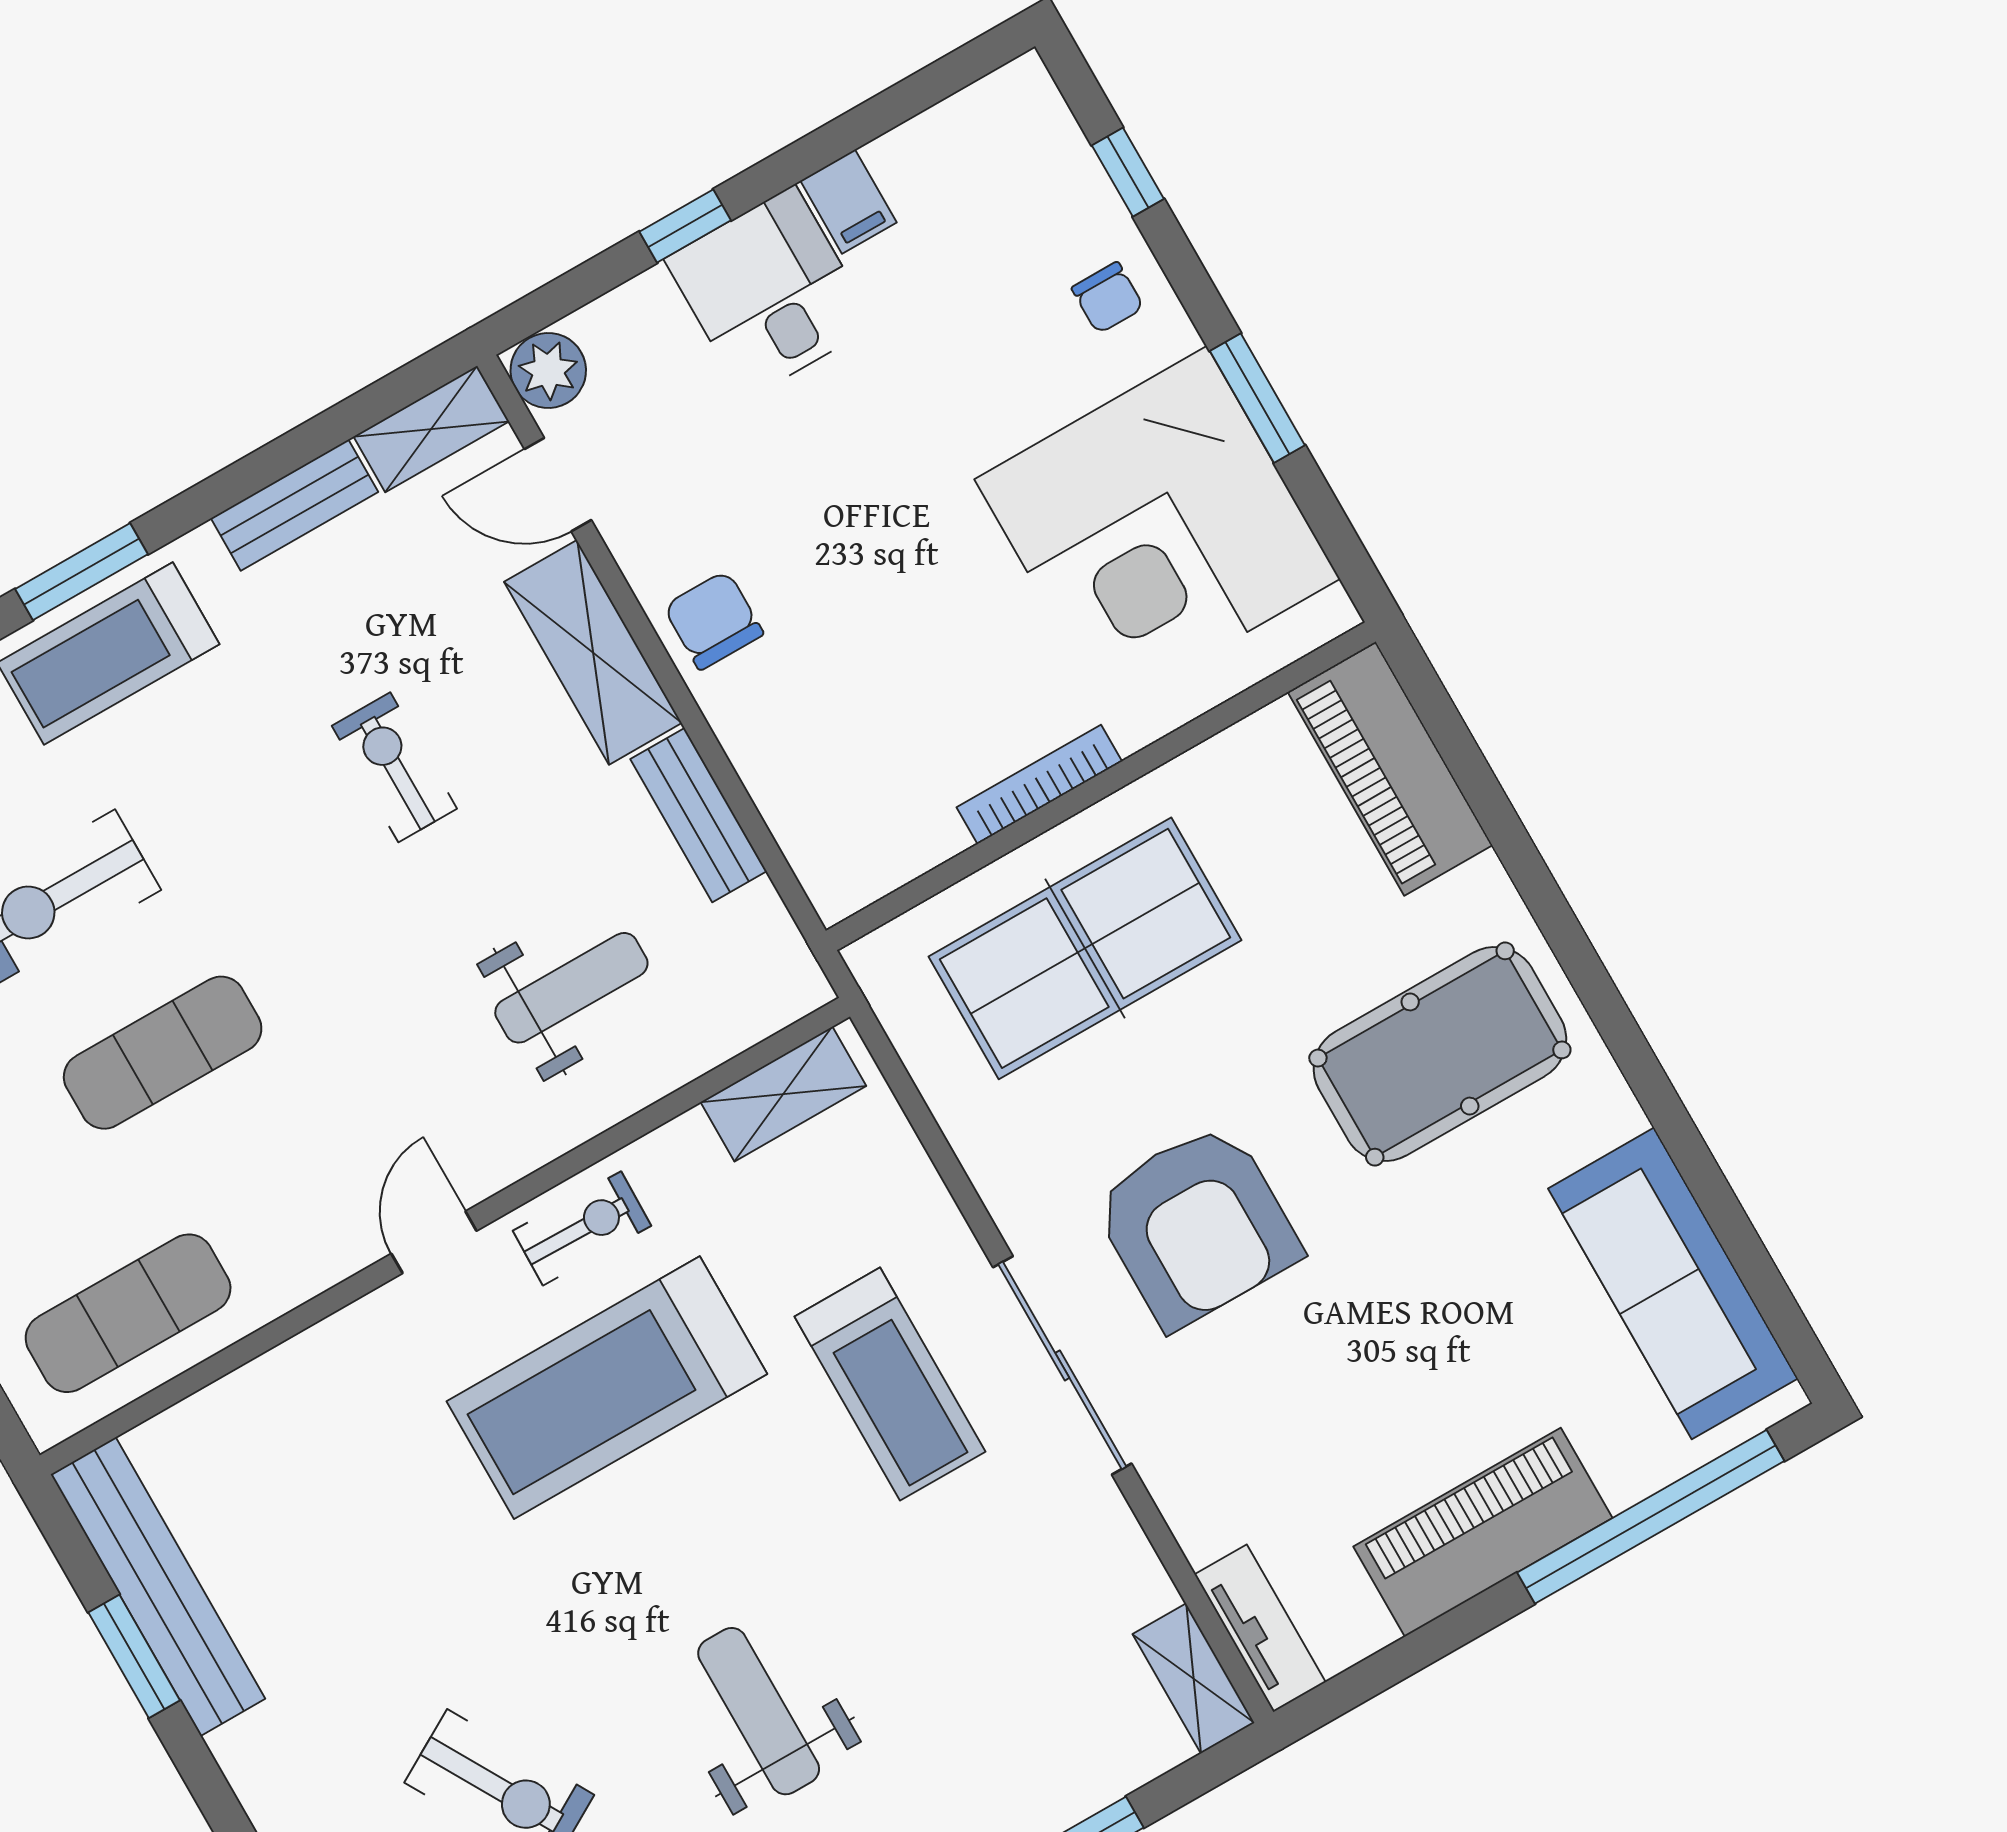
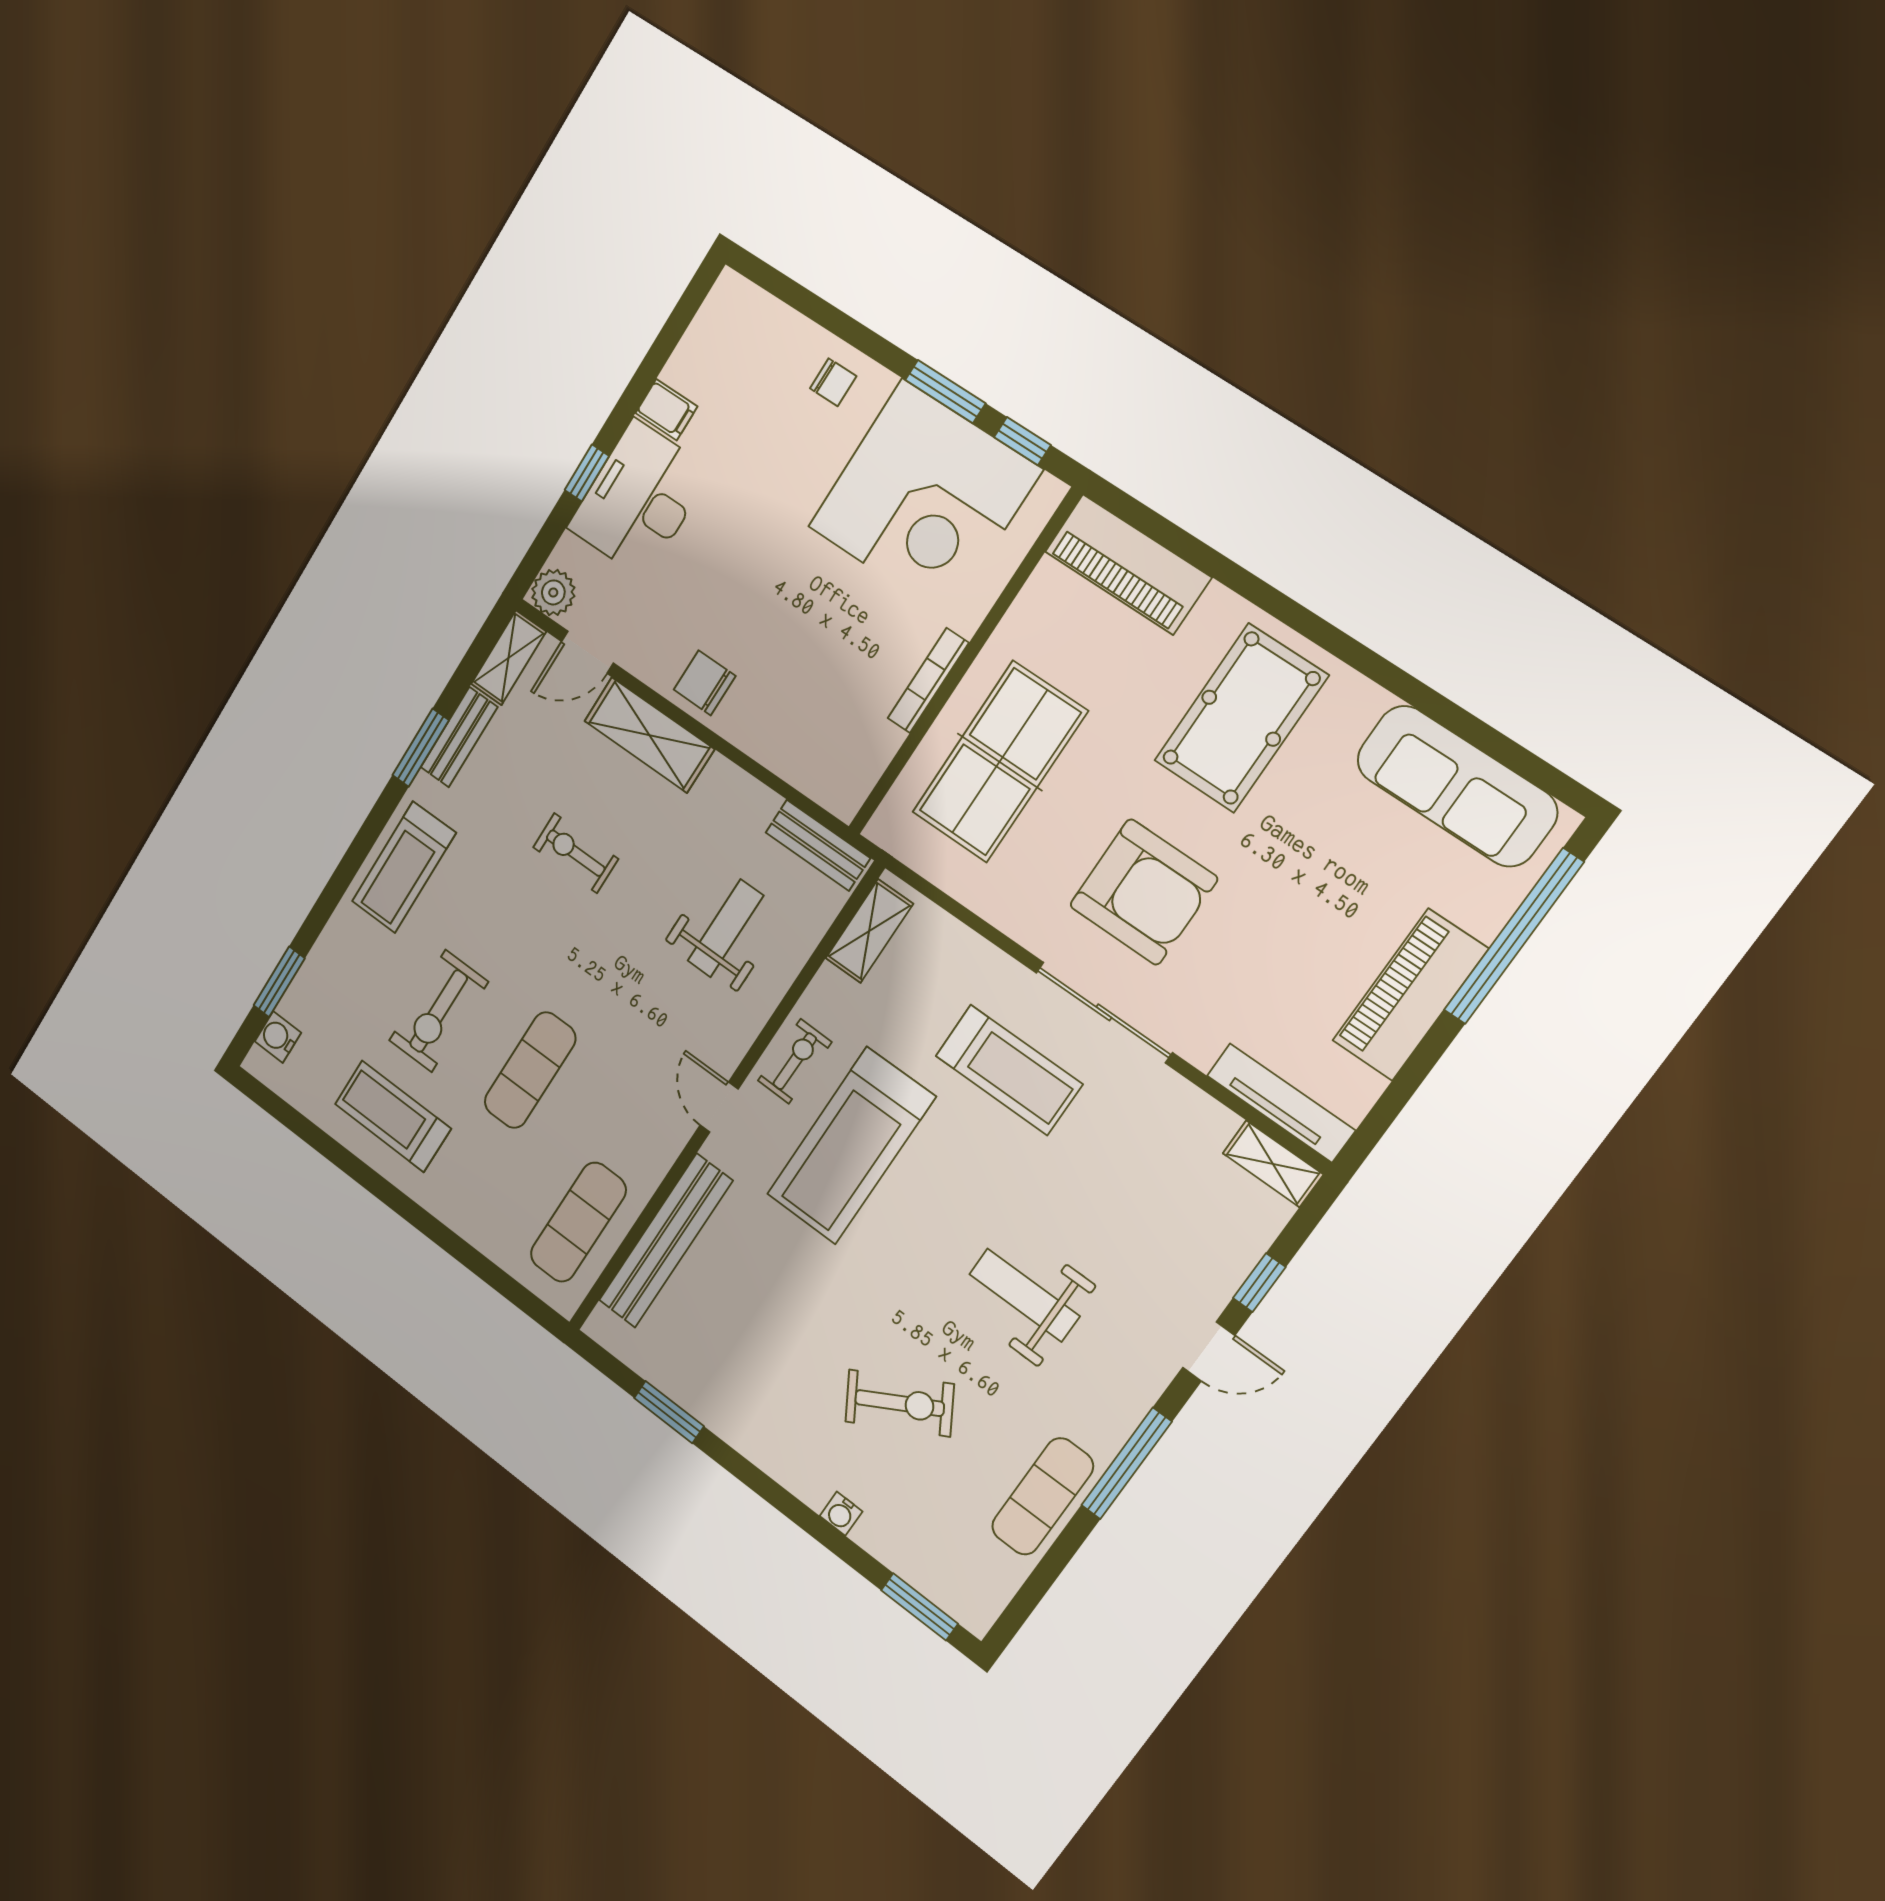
window: (1128, 172) -> (1022, 441), moved
desk: (770, 292) -> (639, 499), width x1.37
window: (81, 572) -> (421, 748), moved
bench: (698, 815) -> (818, 845), moved
bench: (158, 1586) -> (666, 1241), moved, turned 90
tv unit: (1260, 1628) -> (1281, 1103), width x1.41

